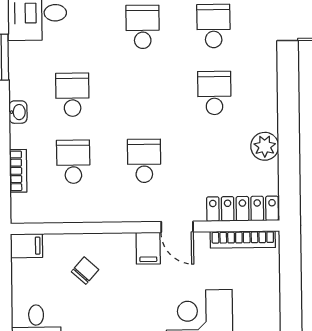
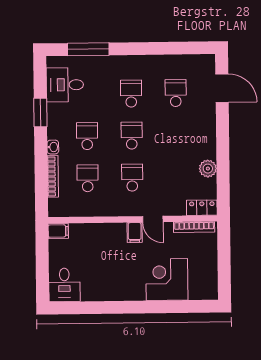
school desk: (214, 93) -> (132, 136), moved
bookcase: (18, 171) -> (53, 176), width x1.56
locker: (242, 209) -> (202, 208), width x0.66
chair: (85, 271) -> (95, 247), removed

